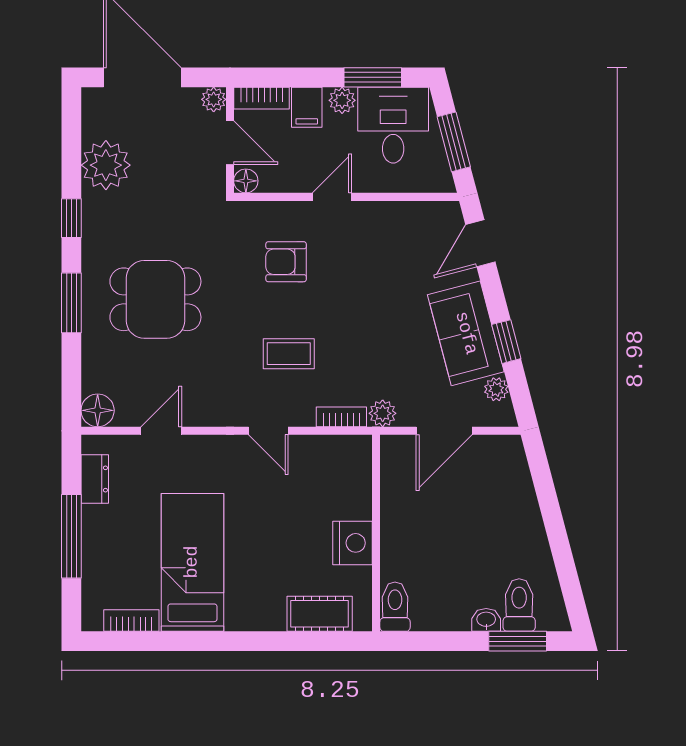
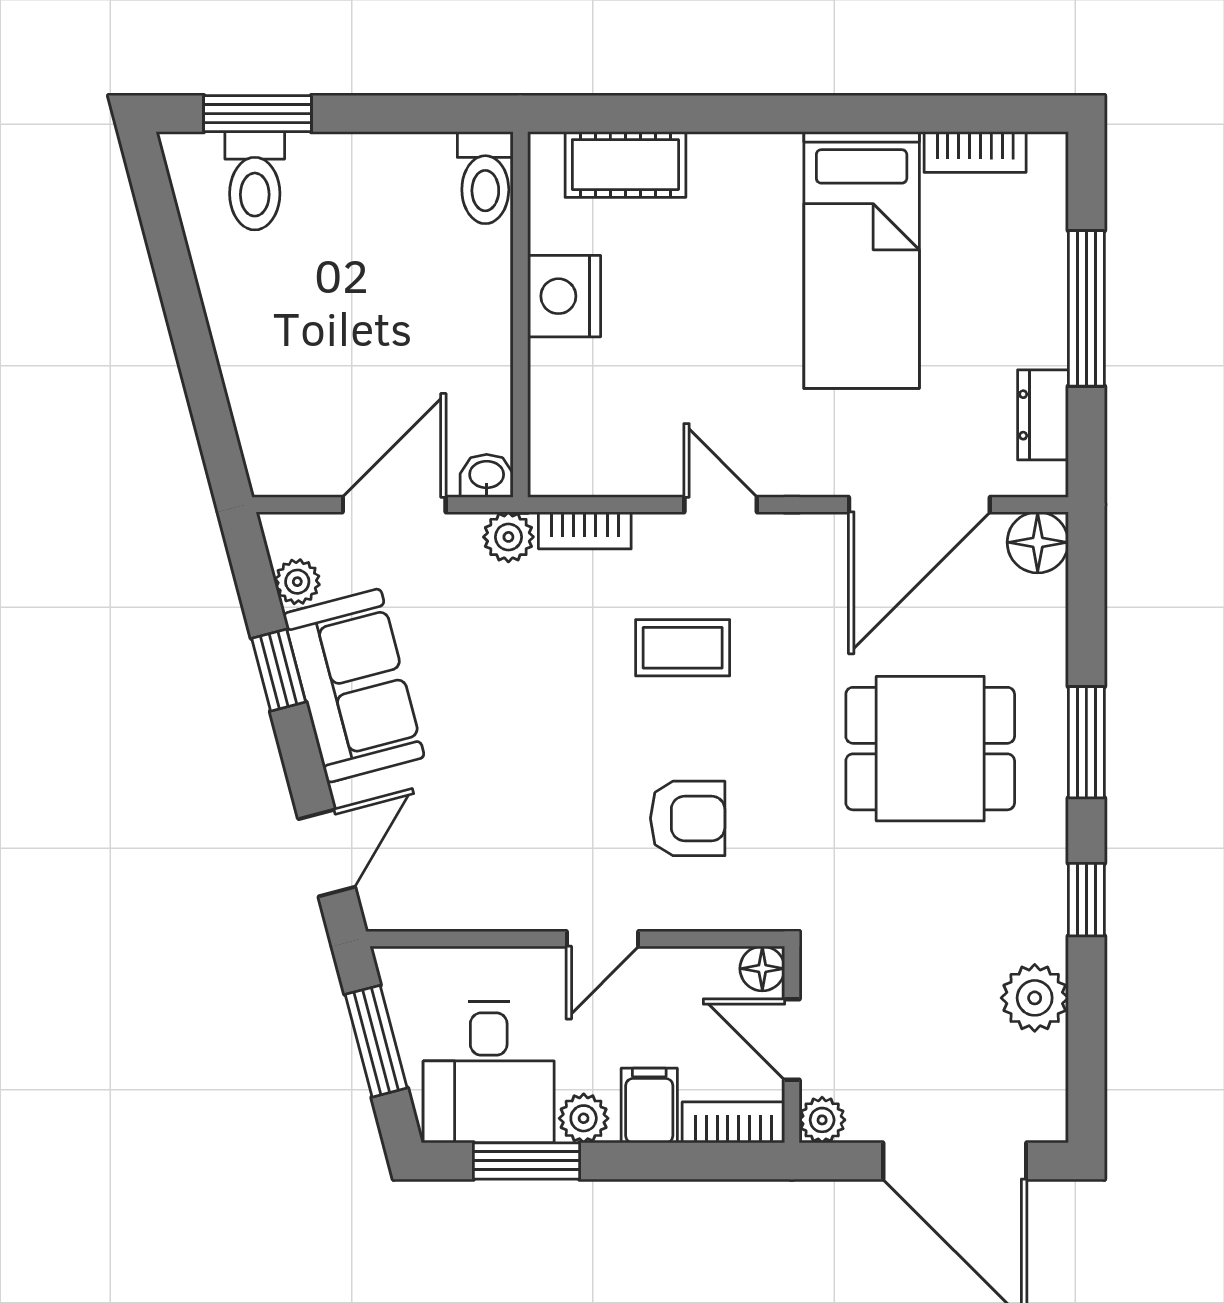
plant: (106, 165) -> (1035, 998), width x0.73, depth x0.73
door: (161, 431) -> (919, 505), width x1.87
washbasin: (486, 620) -> (487, 476), moved, turned 180

